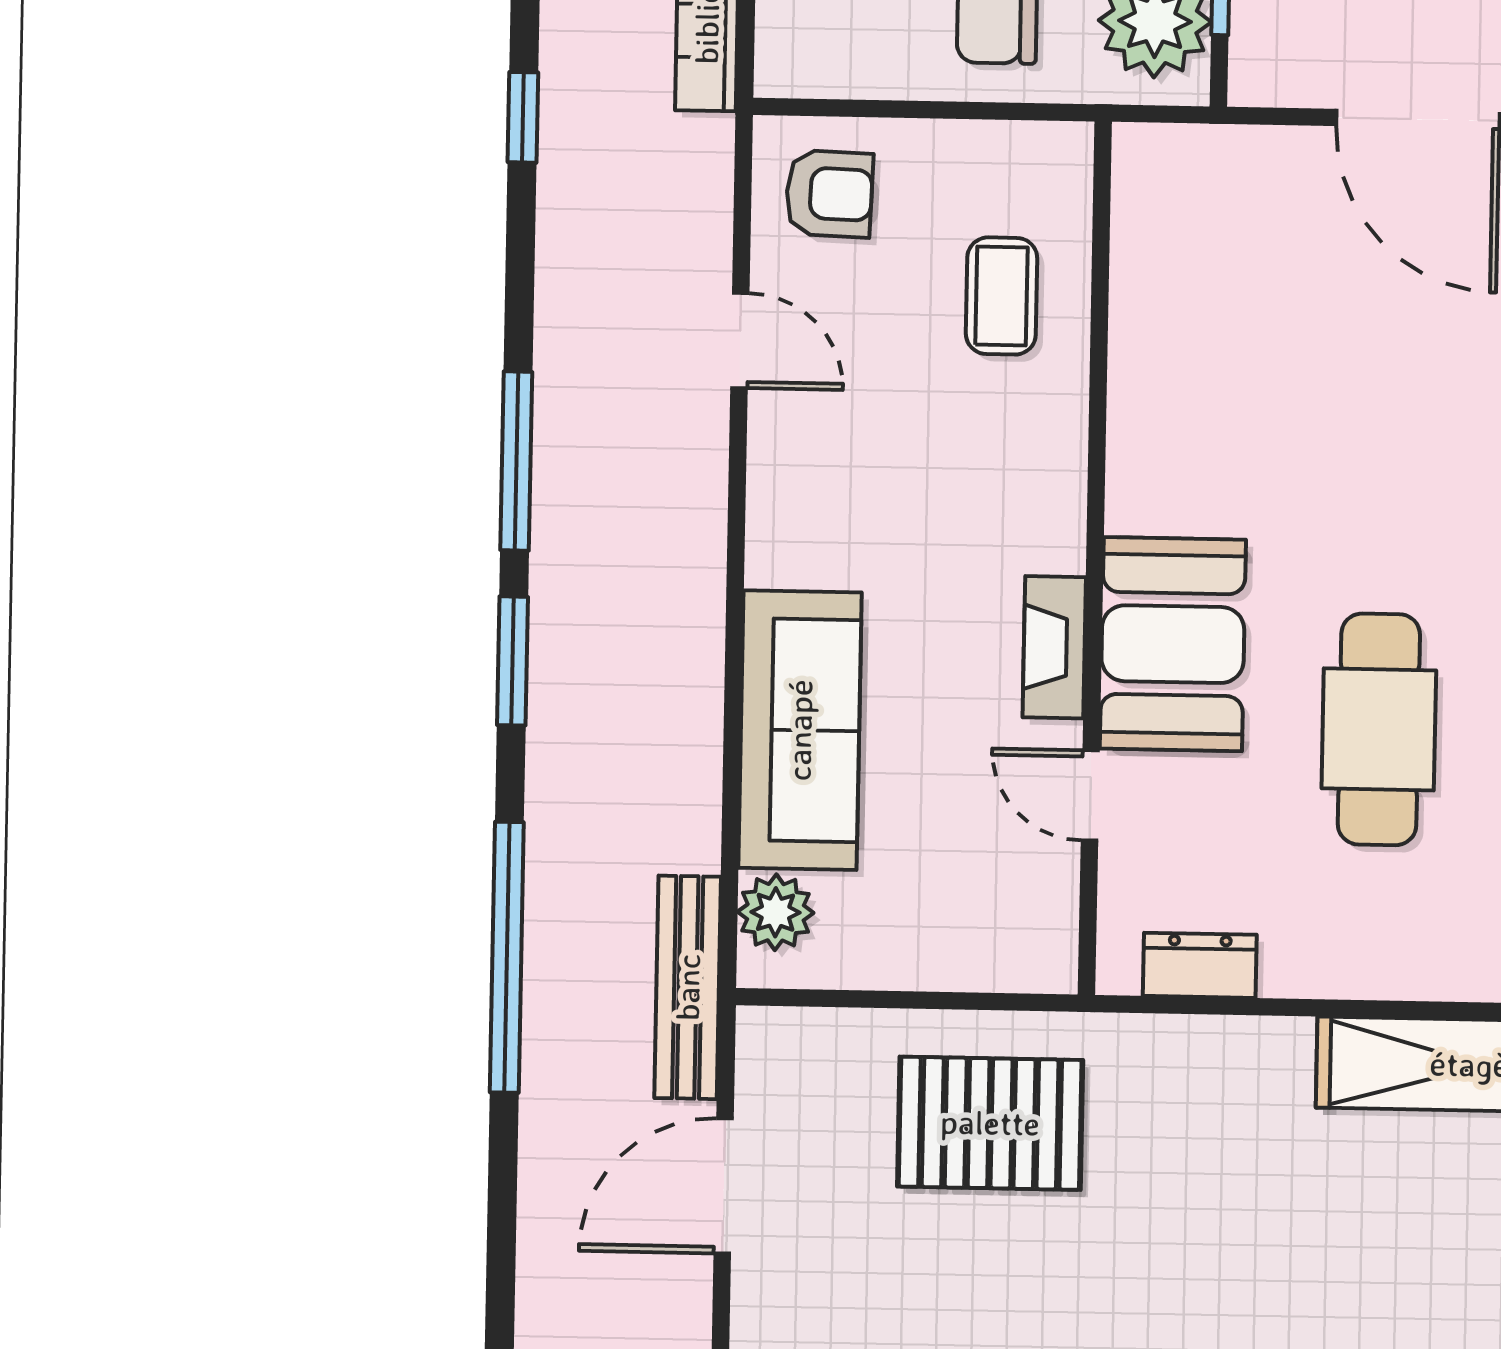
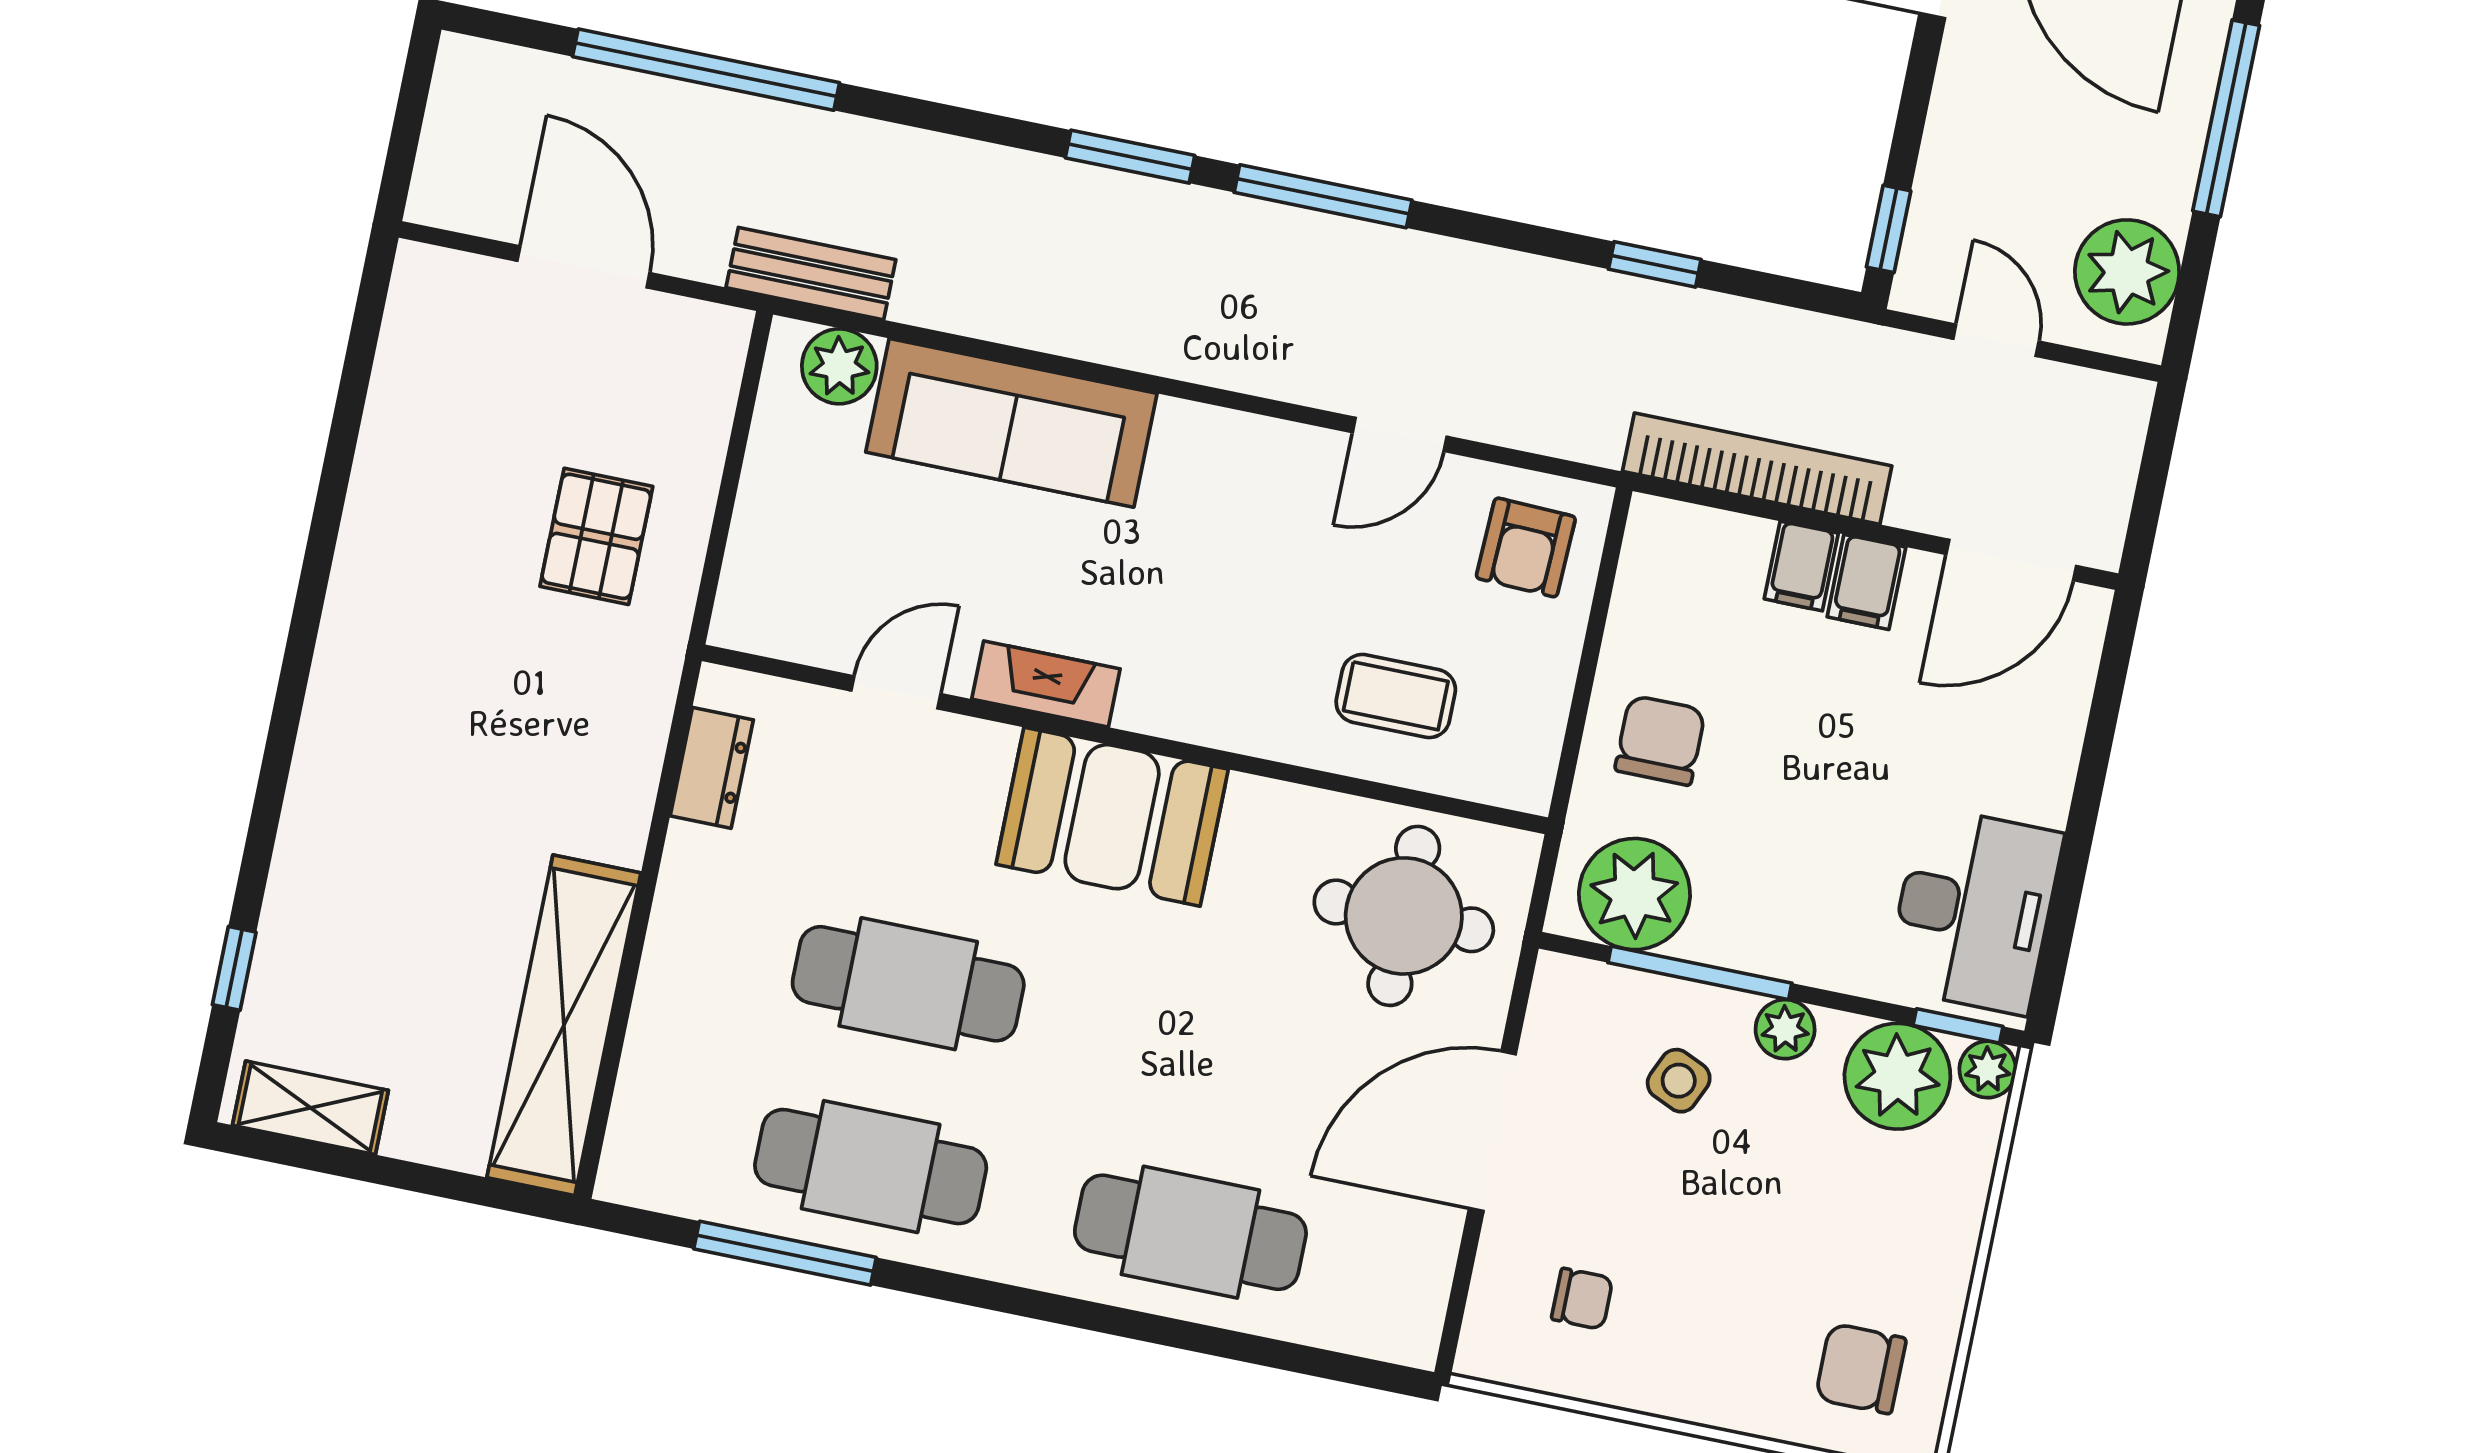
round table: (1220, 247) -> (1404, 916), added
booth: (1173, 644) -> (1112, 817), moved
window: (507, 957) -> (706, 70), moved
bench: (688, 987) -> (811, 274), width x0.73
pallet: (990, 1123) -> (596, 536), width x0.67, depth x0.71

